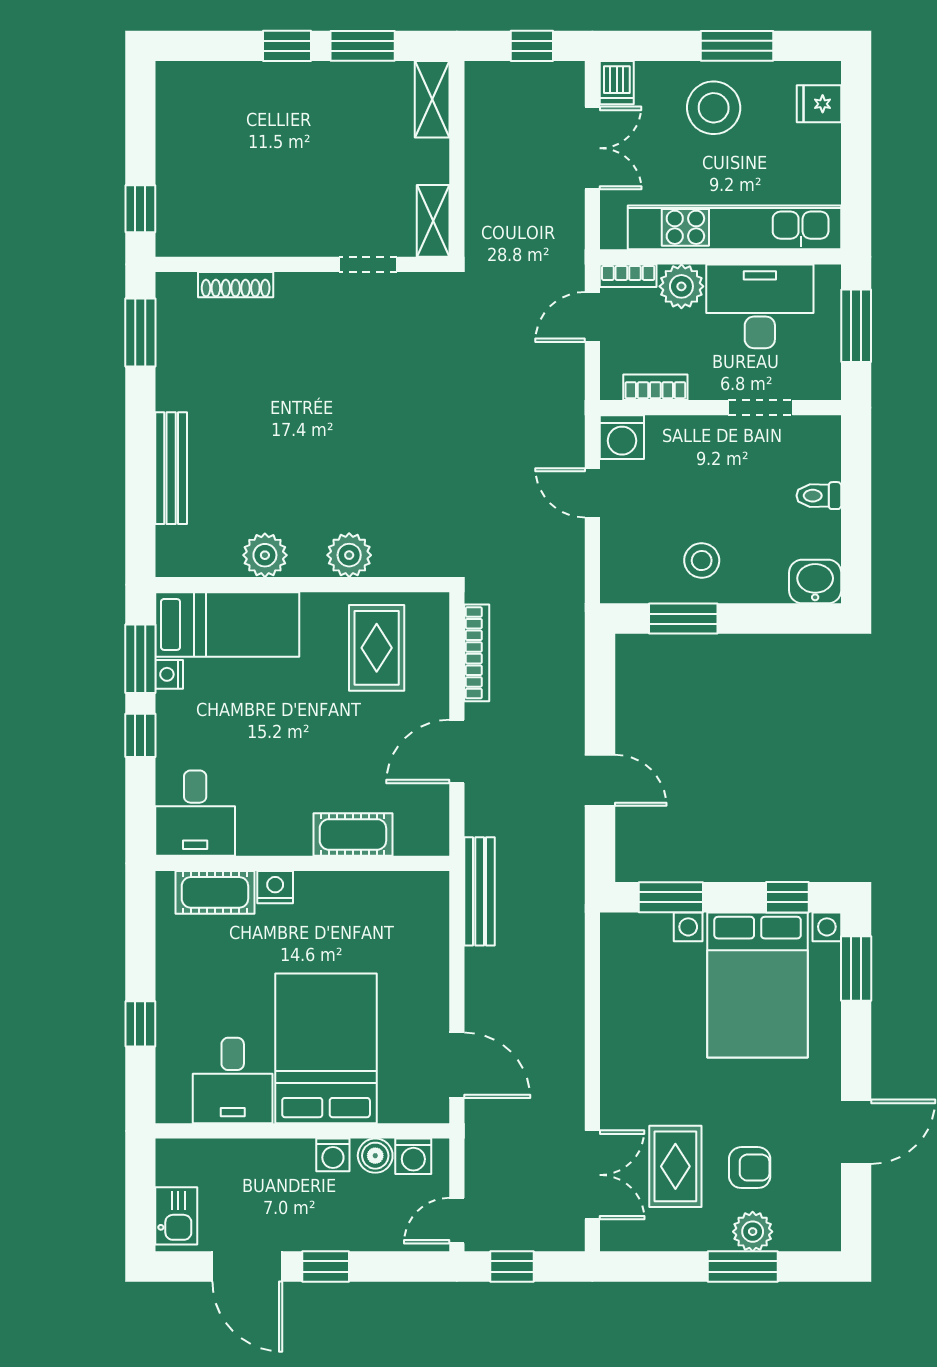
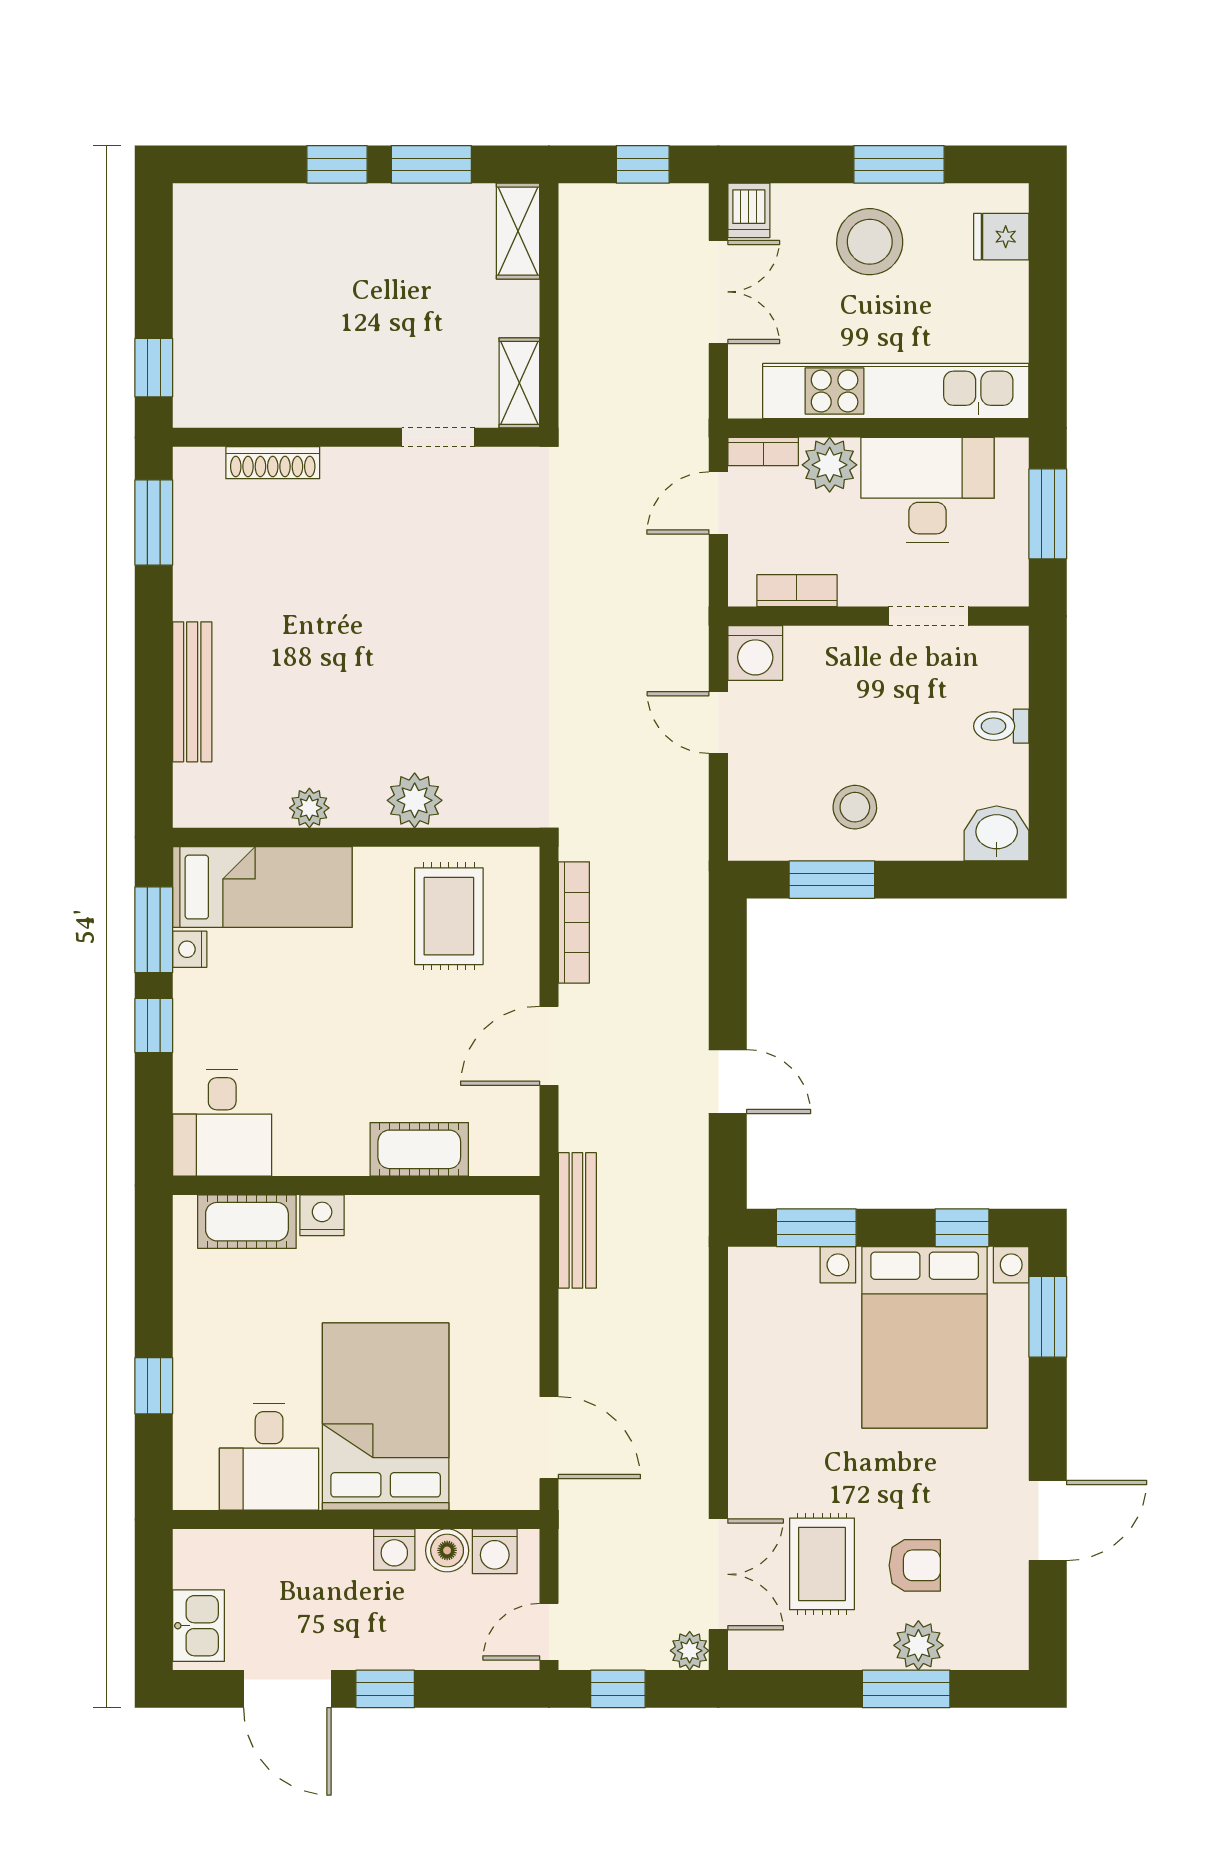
plant: (265, 555) -> (309, 808), width x0.73, depth x0.73
plant: (569, 1236) -> (690, 1651), added

